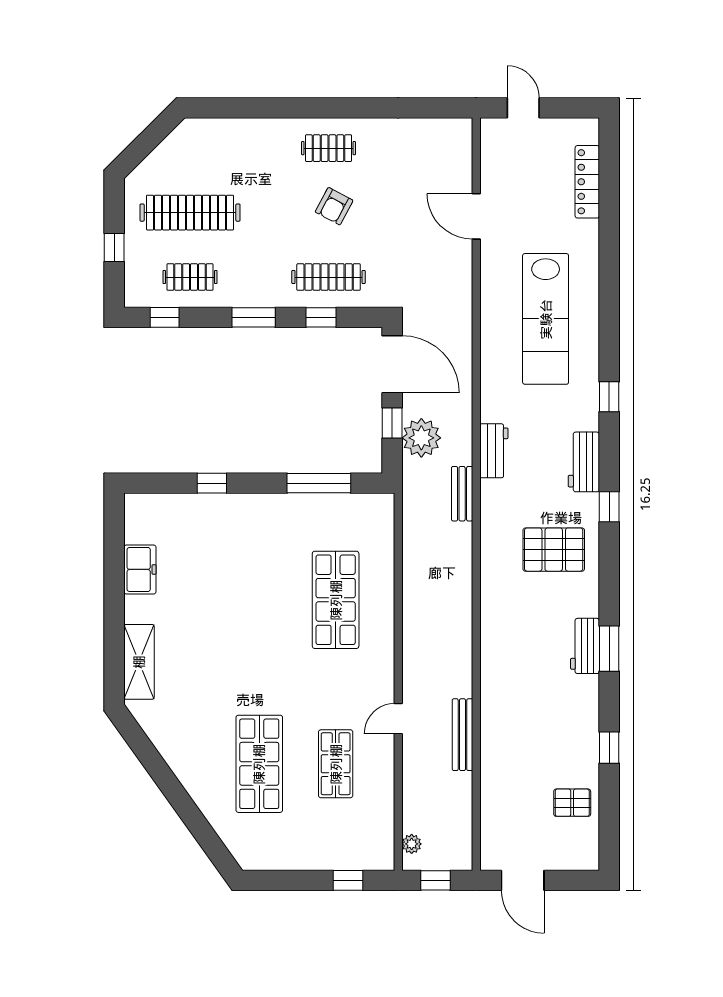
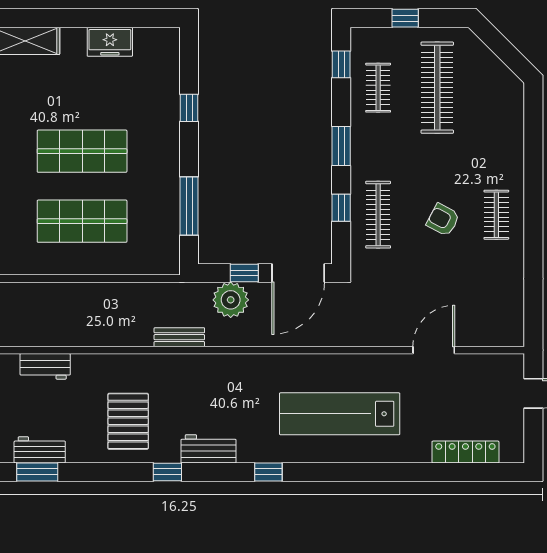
workbench: (494, 451) -> (45, 366), moved
shop shelf: (259, 600) -> (82, 151), added

